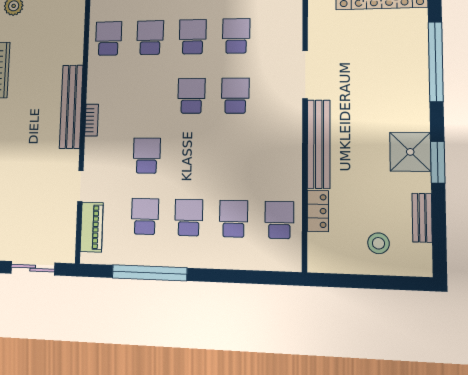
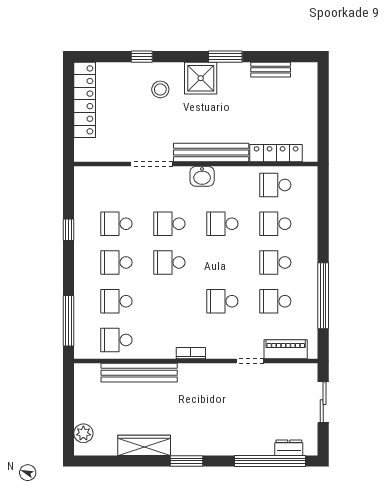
window: (436, 62) -> (142, 57), width x0.32
bench: (71, 107) -> (139, 373), moved
washbasin: (290, 133) -> (202, 176), added
shower: (410, 152) -> (201, 78), moved
school desk: (234, 157) -> (222, 224), added
locker: (318, 211) -> (276, 153), width x1.53
stool: (379, 243) -> (160, 89), moved

